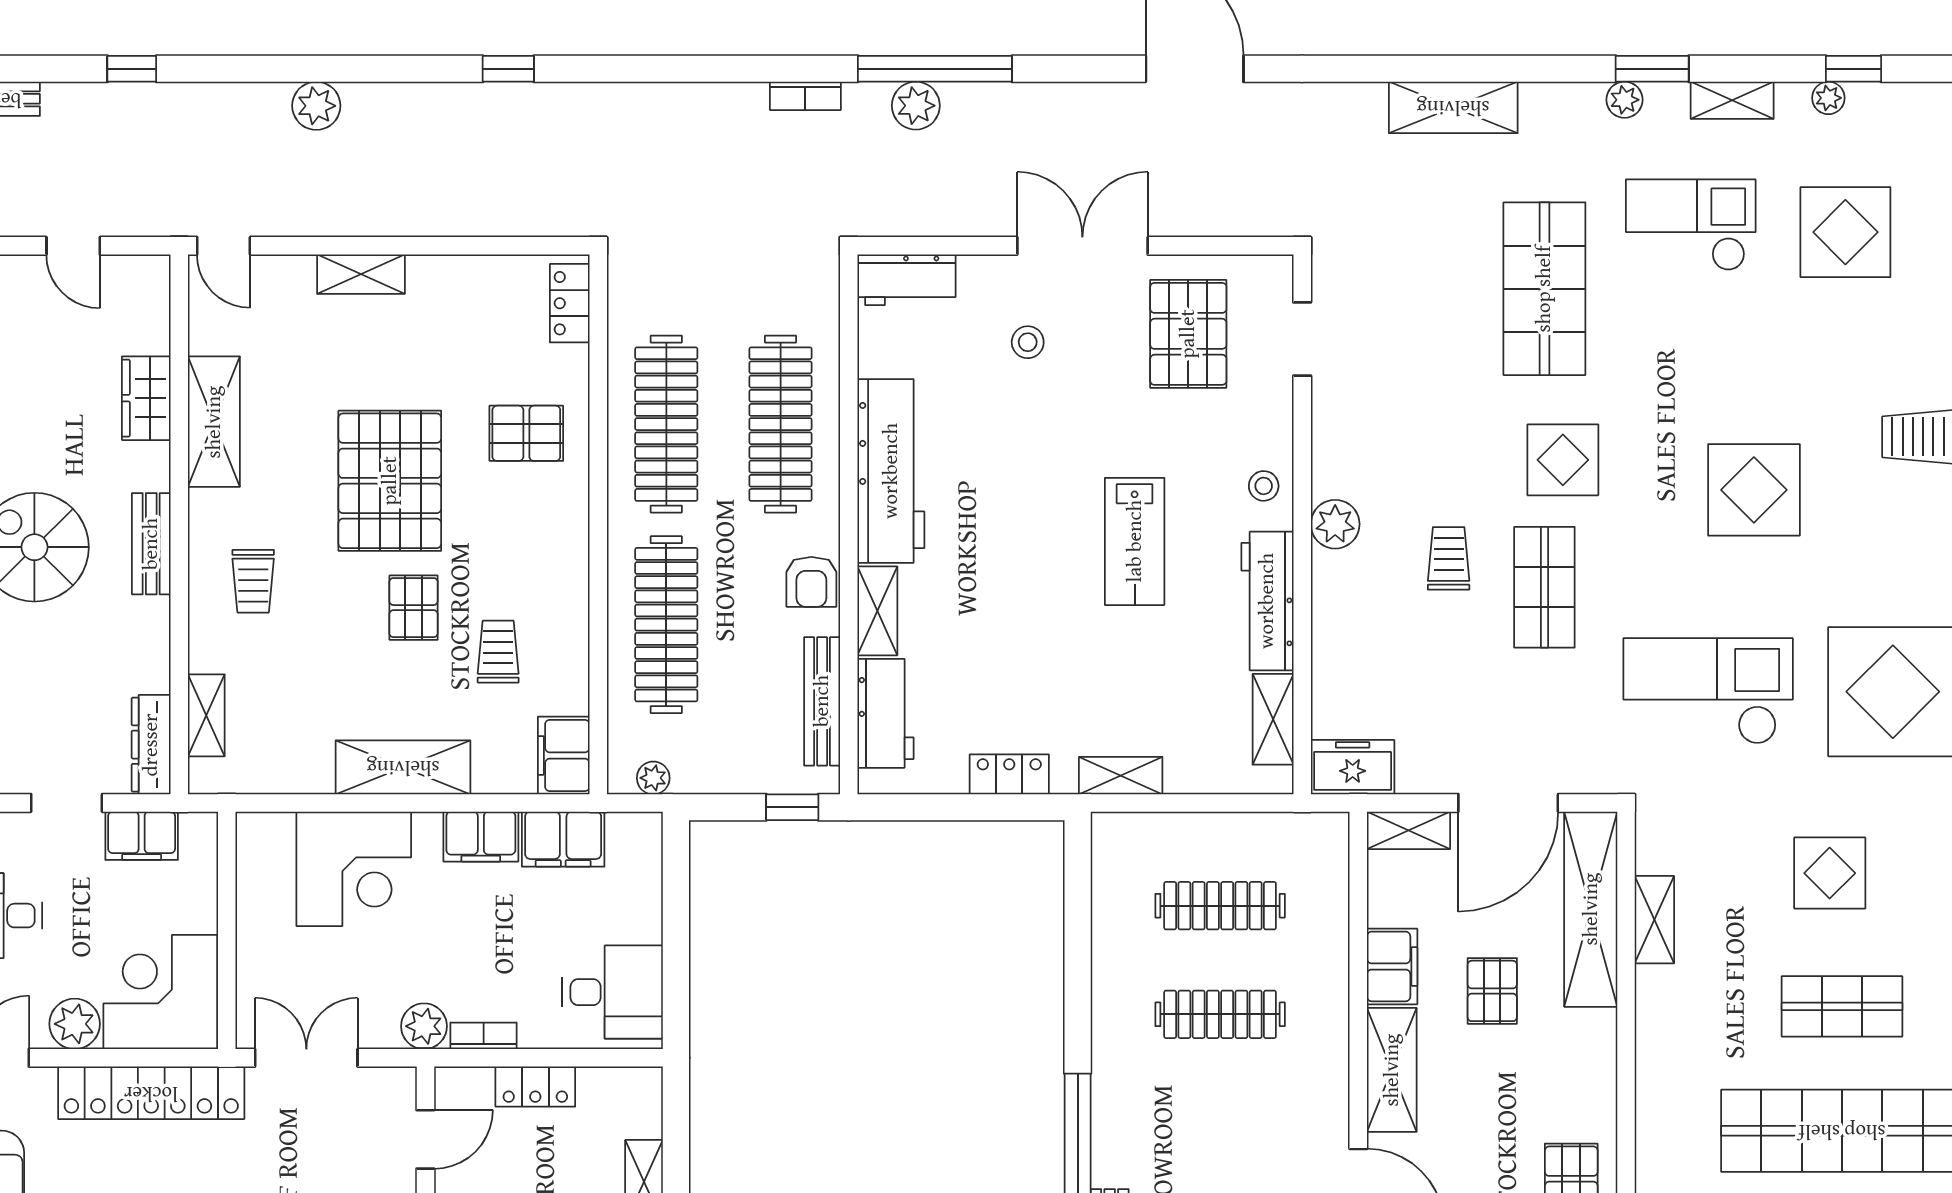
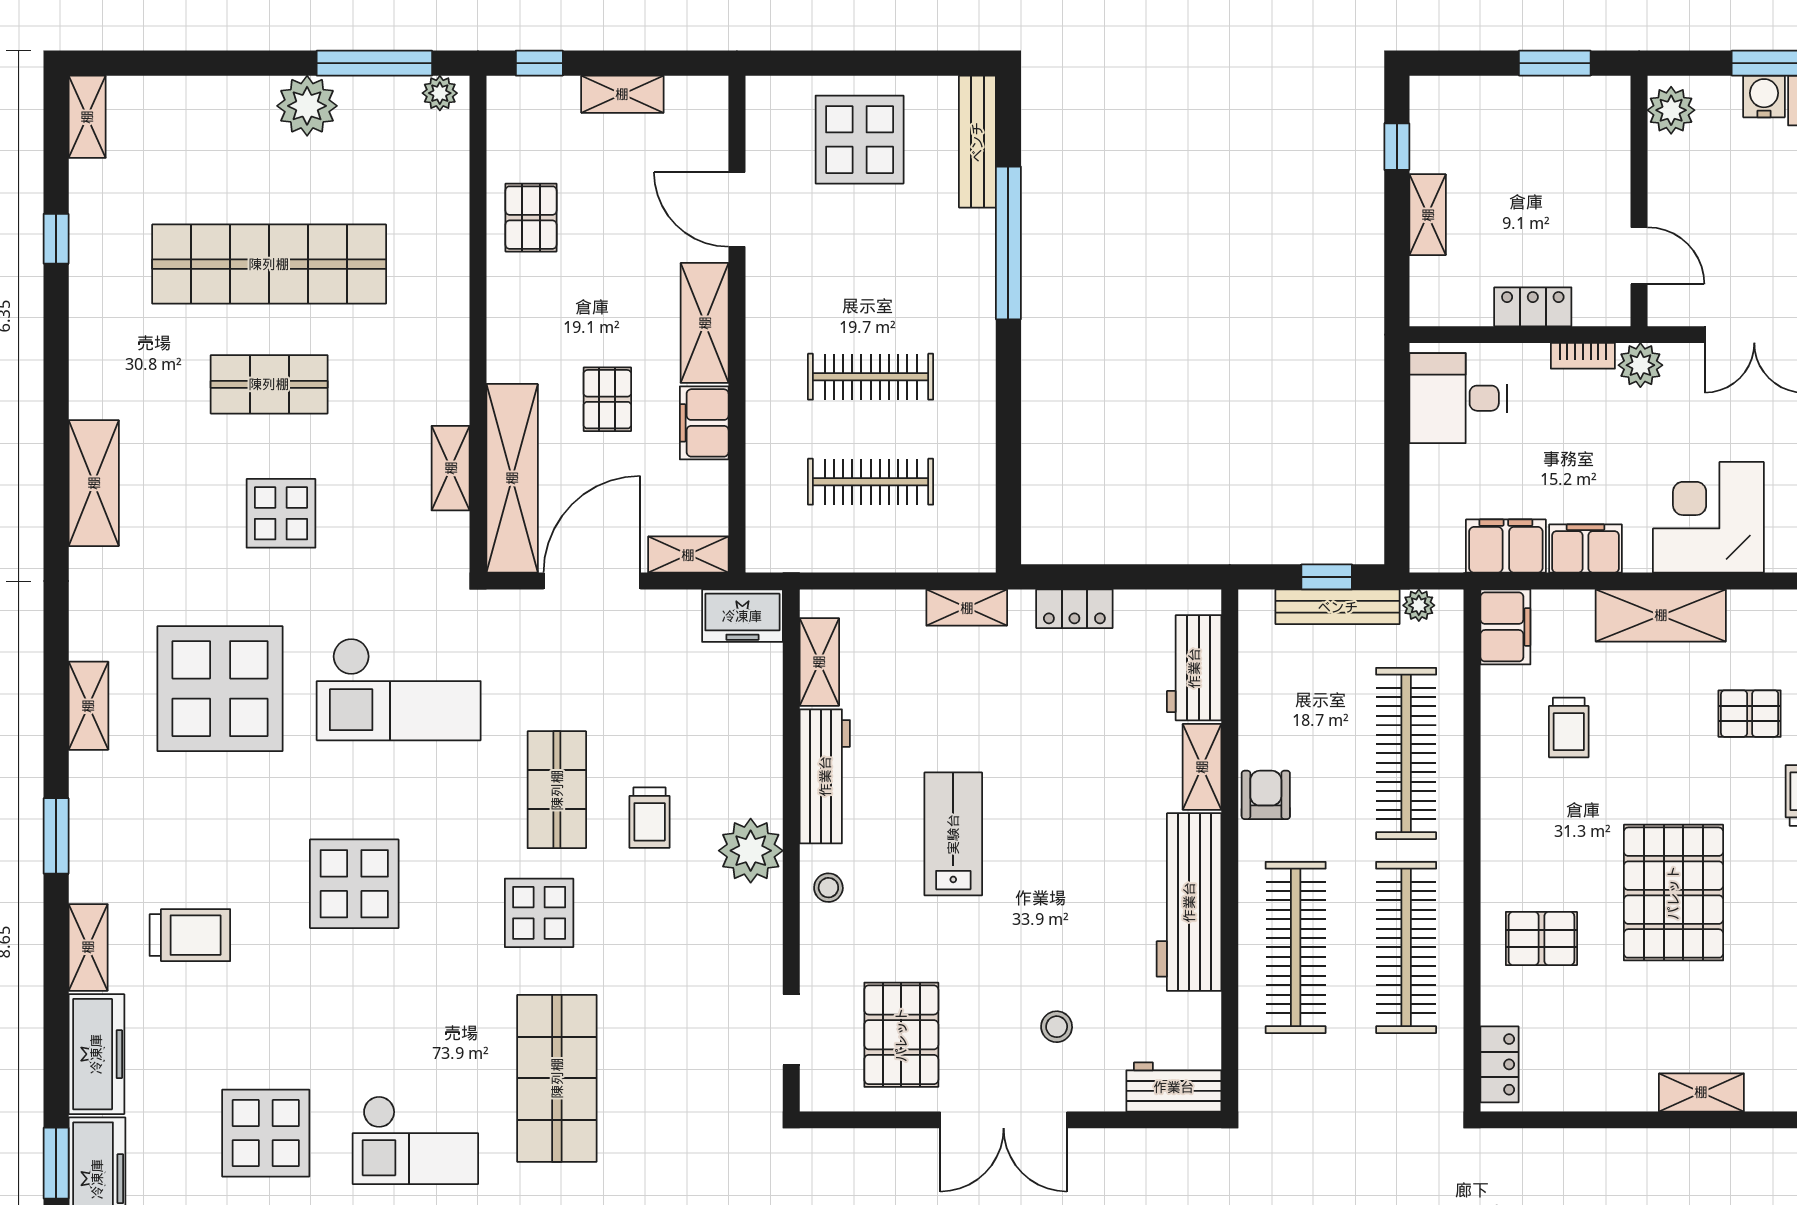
plant: (1335, 524) -> (751, 851), width x1.36, depth x1.36
pallet: (414, 608) -> (1750, 714), moved, turned 90
bench: (822, 701) -> (1338, 607), moved, turned 90
window: (792, 807) -> (1327, 577), moved
door: (425, 1139) -> (1639, 256), swing flipped

